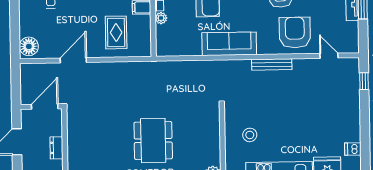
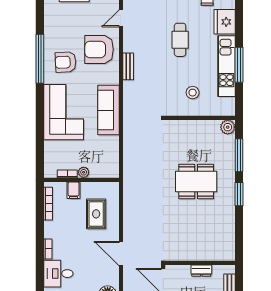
rug: (116, 32) -> (96, 214), turned 90
bench: (272, 64) -> (128, 66), width x0.73
cafe table: (307, 120) -> (180, 40), added

